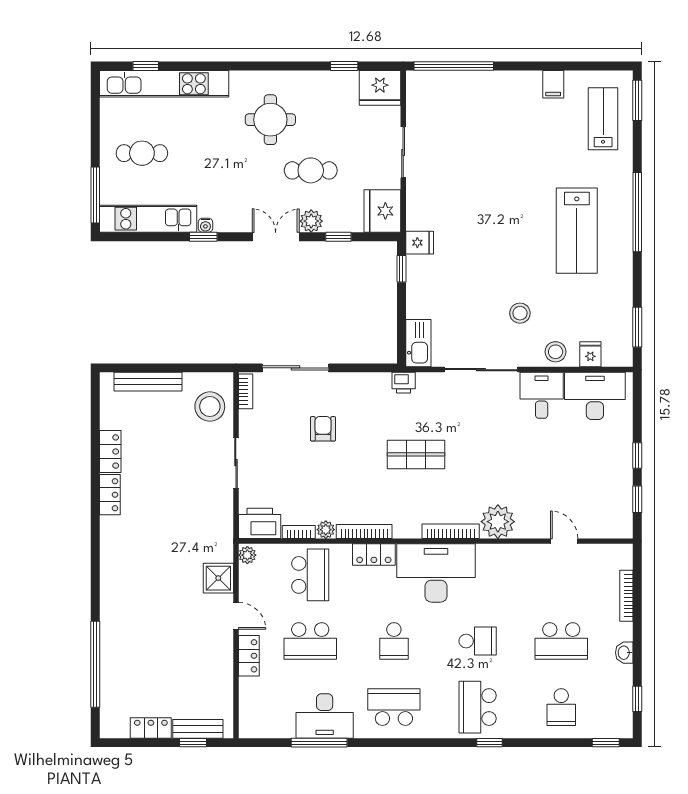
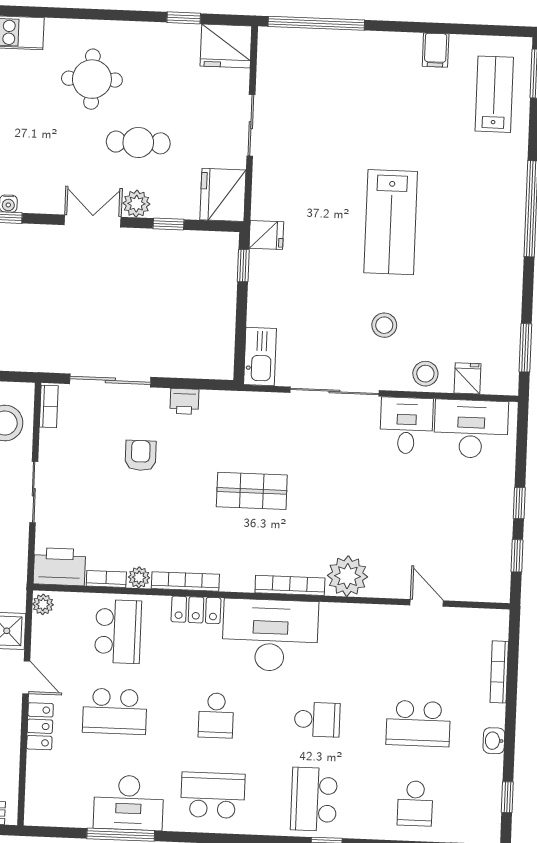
lab bench: (577, 231) -> (391, 222), moved
printer: (404, 383) -> (184, 401), moved

